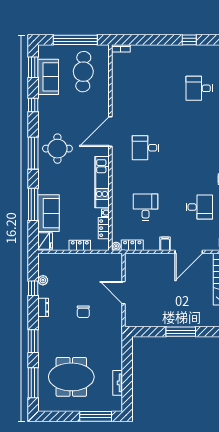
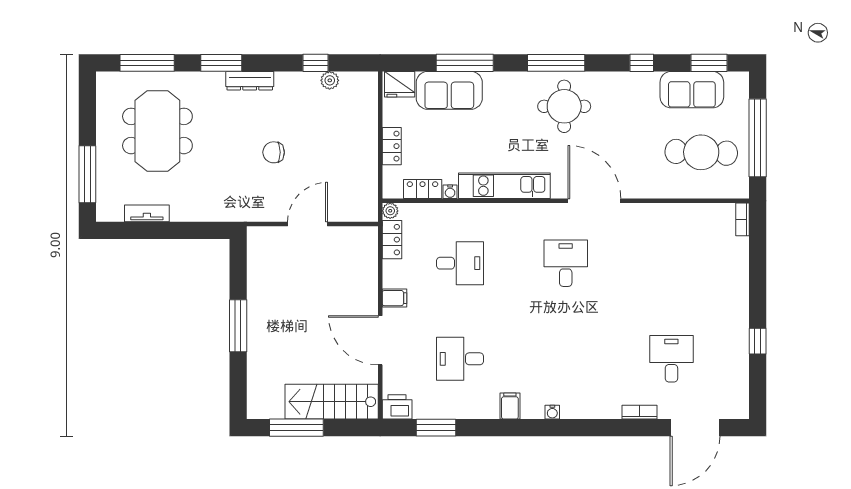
desk: (199, 207) -> (460, 359), turned 90
dresser: (43, 307) -> (250, 81), moved, width x1.44

